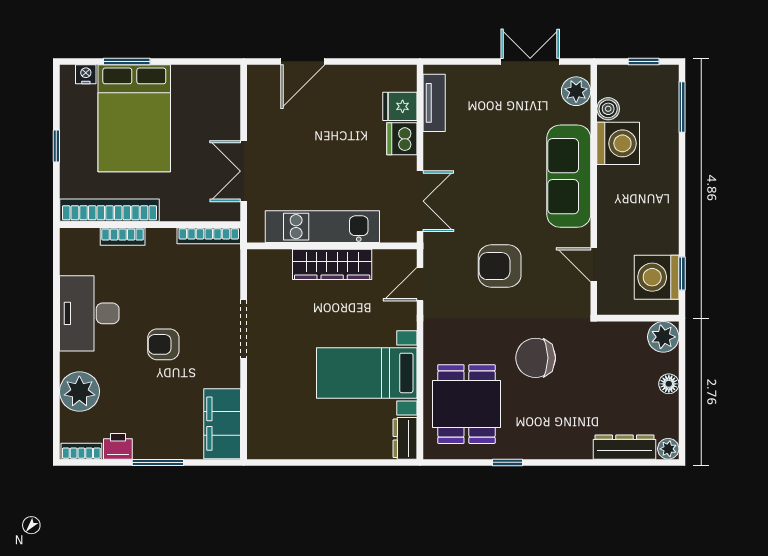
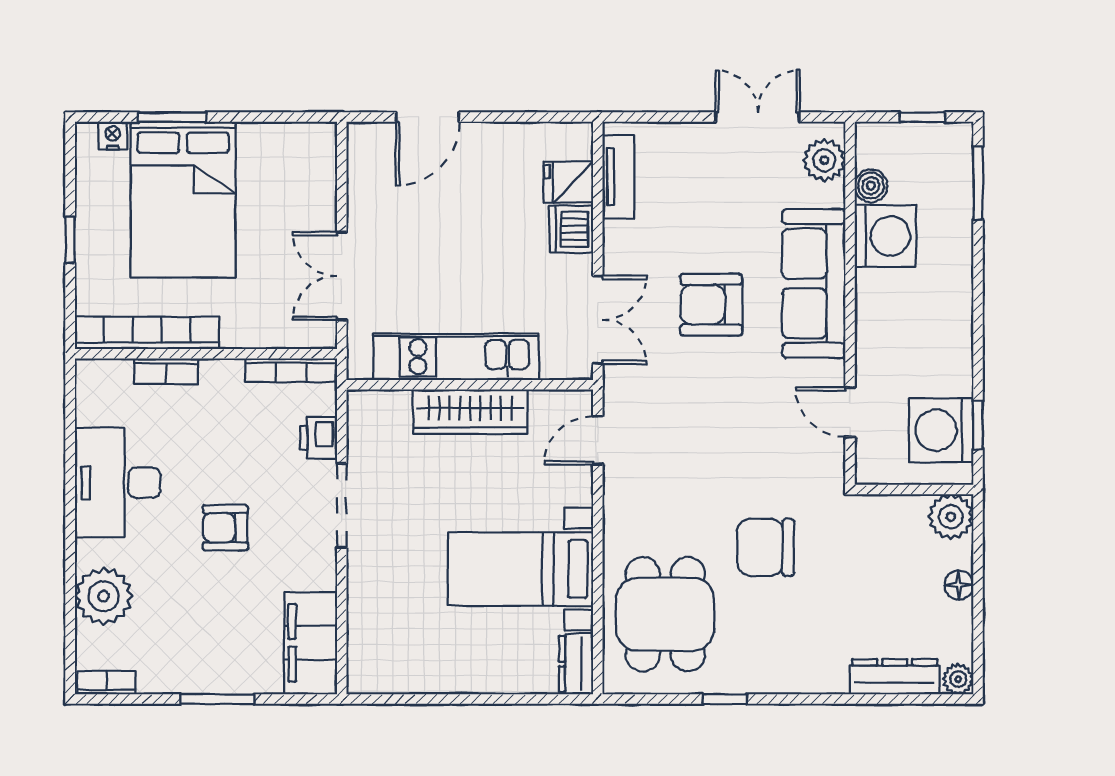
armchair: (500, 266) -> (711, 305), moved
printer: (118, 446) -> (318, 438), moved, turned -90

